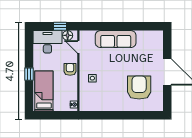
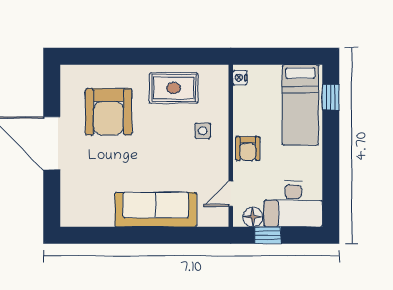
door: (78, 47) -> (231, 194), swing flipped
window: (29, 74) -> (331, 97), moved
rug: (107, 99) -> (174, 88), added

